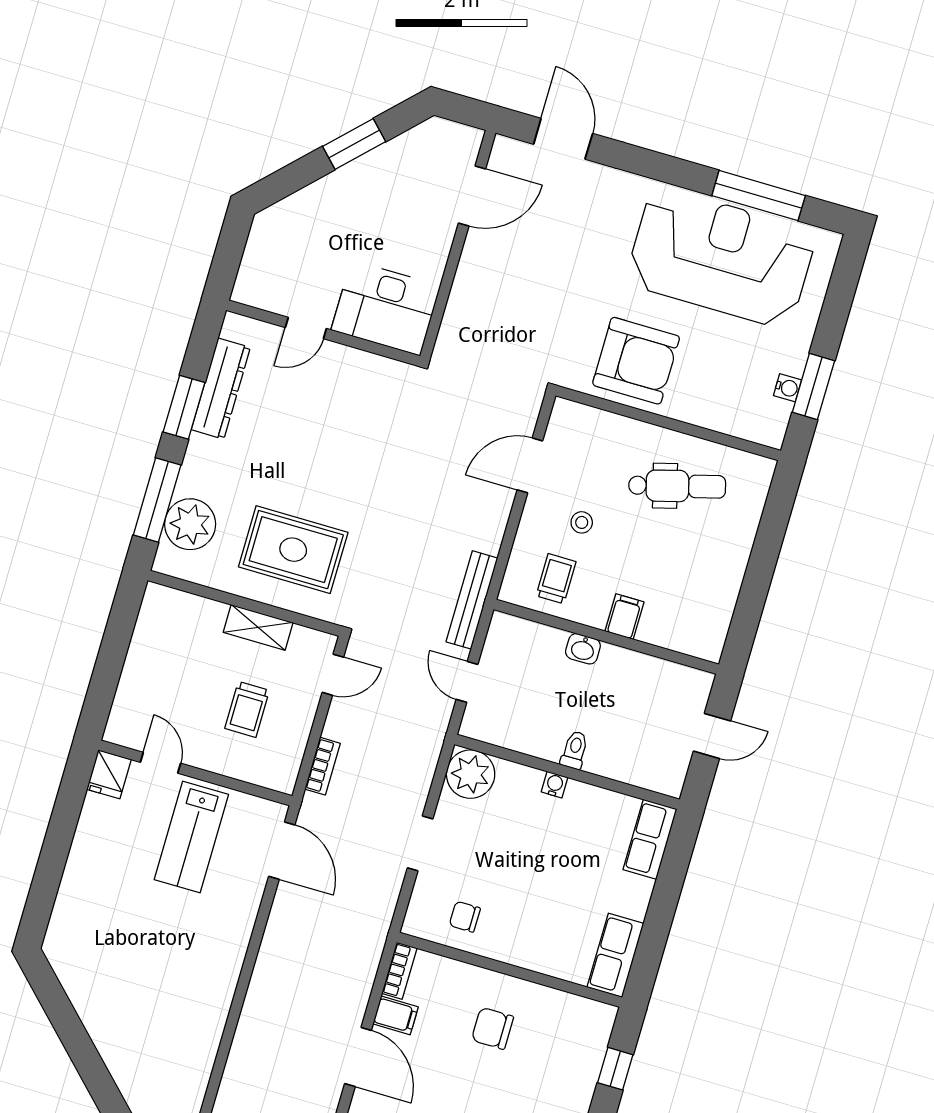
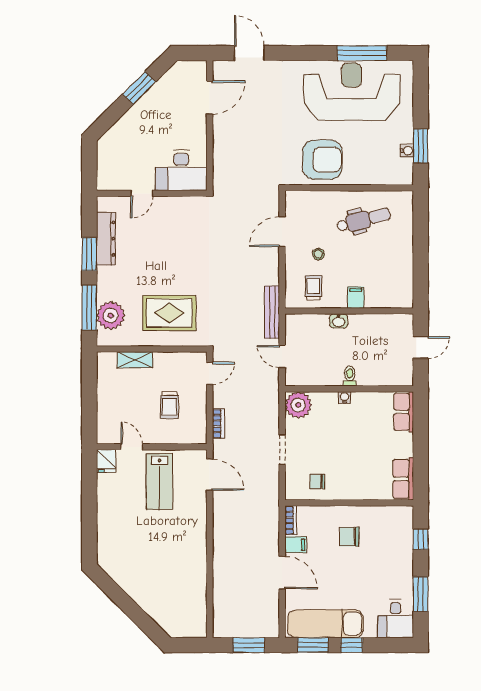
shelving: (258, 627) -> (135, 360), moved

